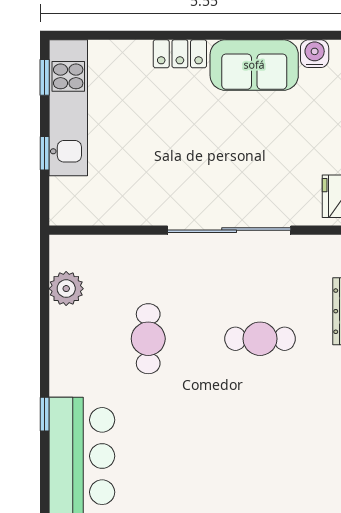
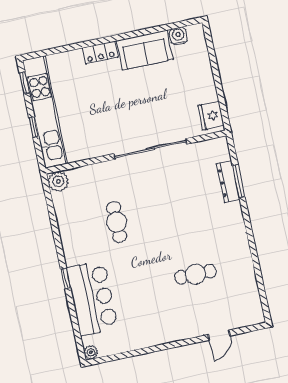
kitchen unit: (68, 108) -> (45, 112), width x1.36
plant: (66, 289) -> (58, 181), moved
cafe table: (260, 339) -> (195, 274), moved

